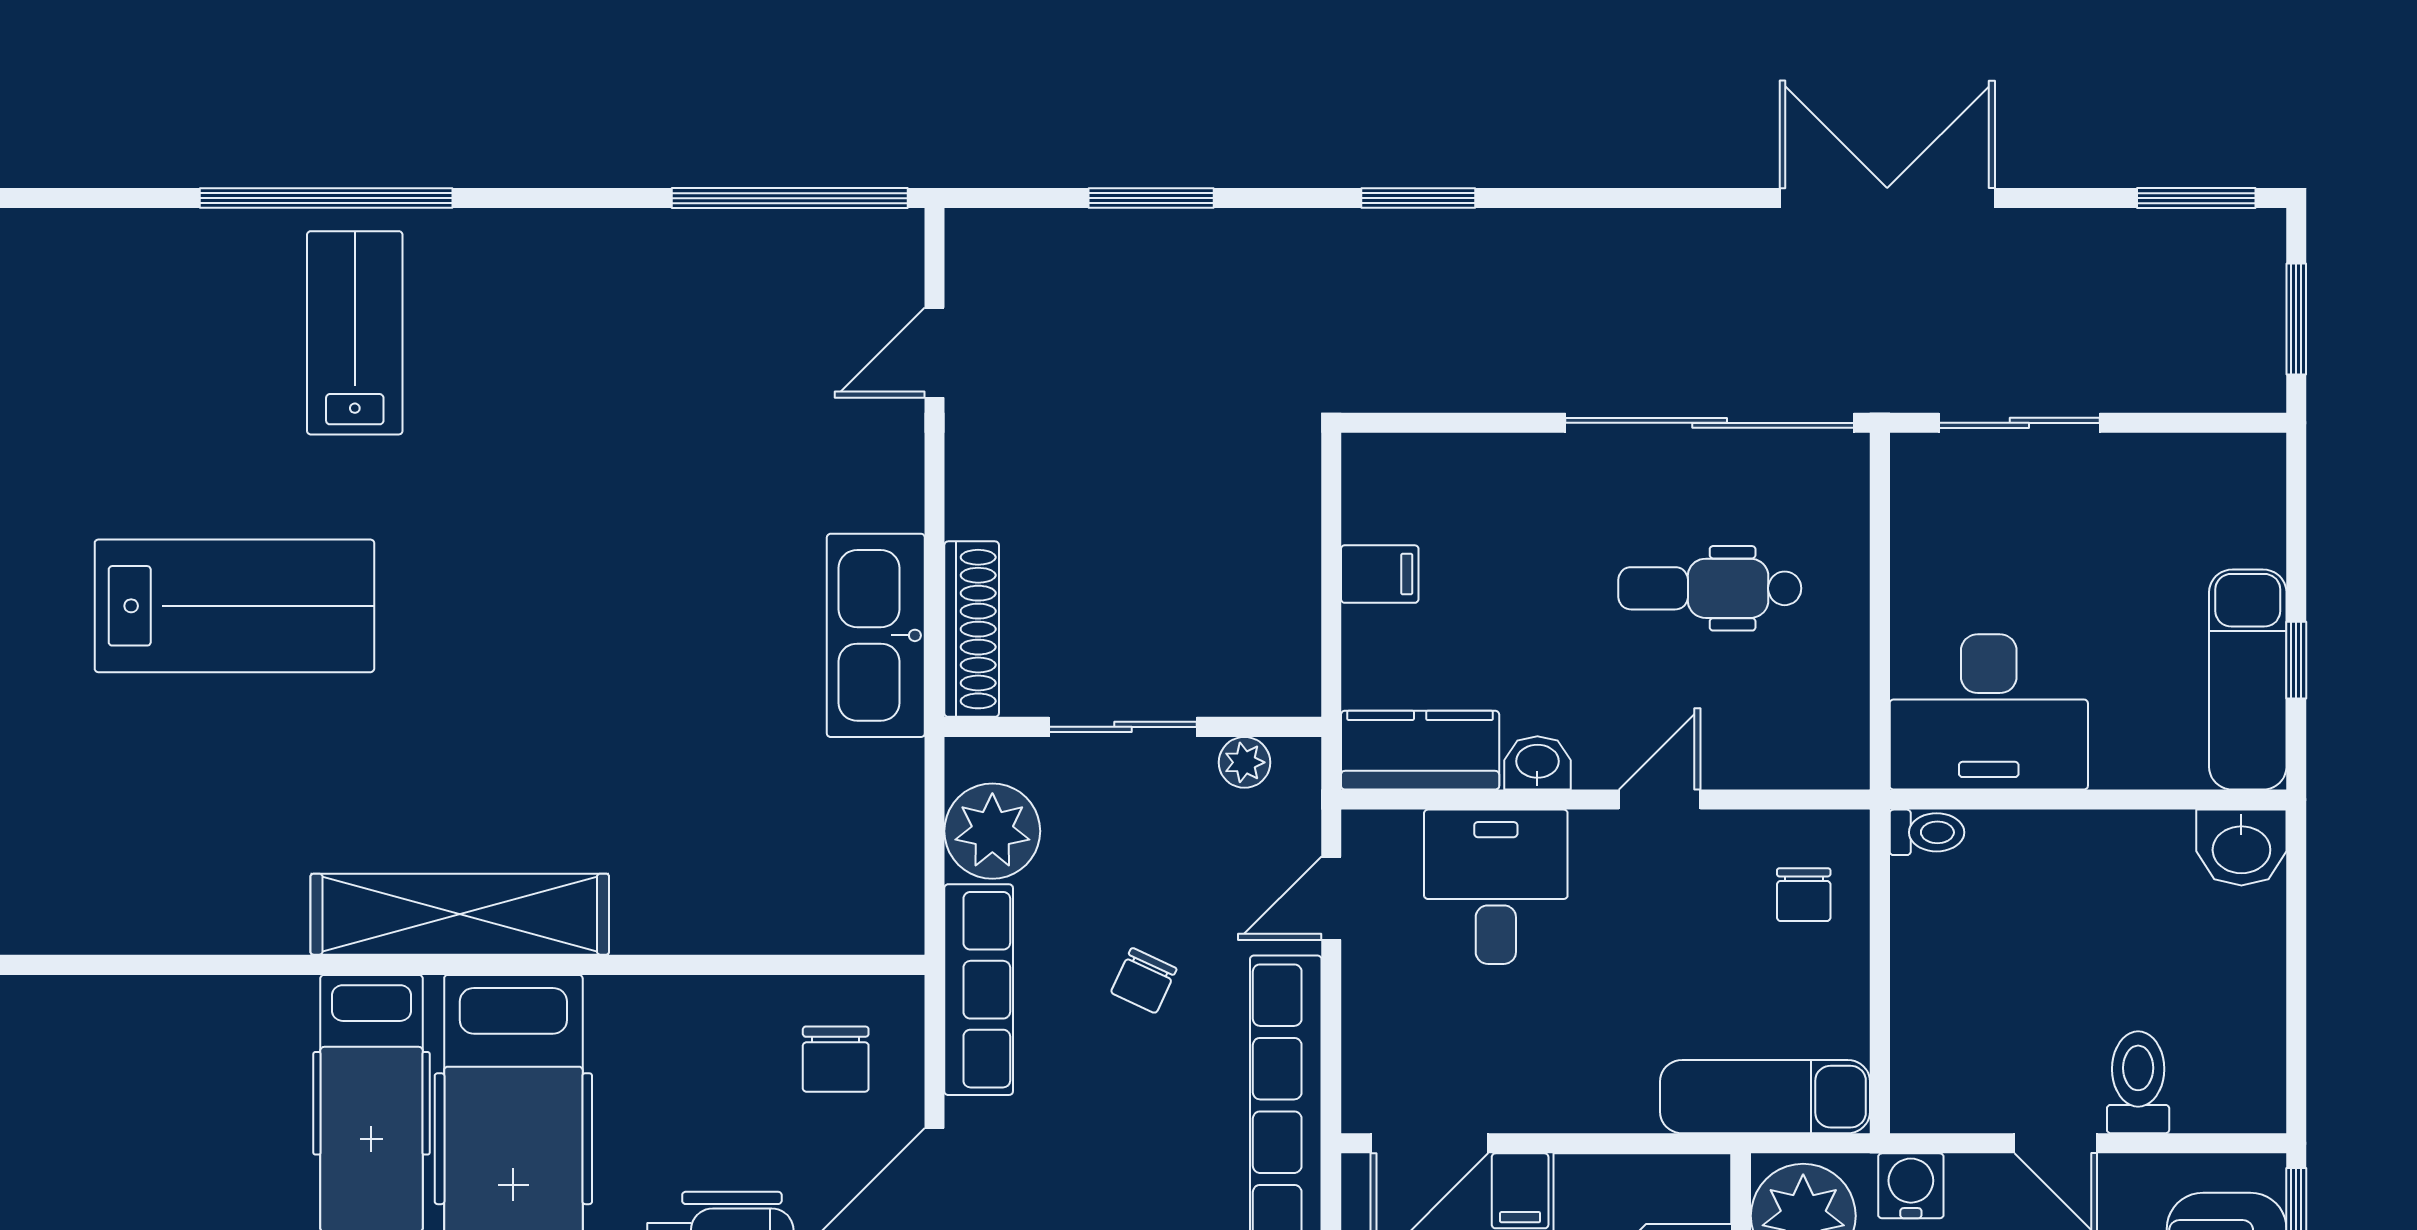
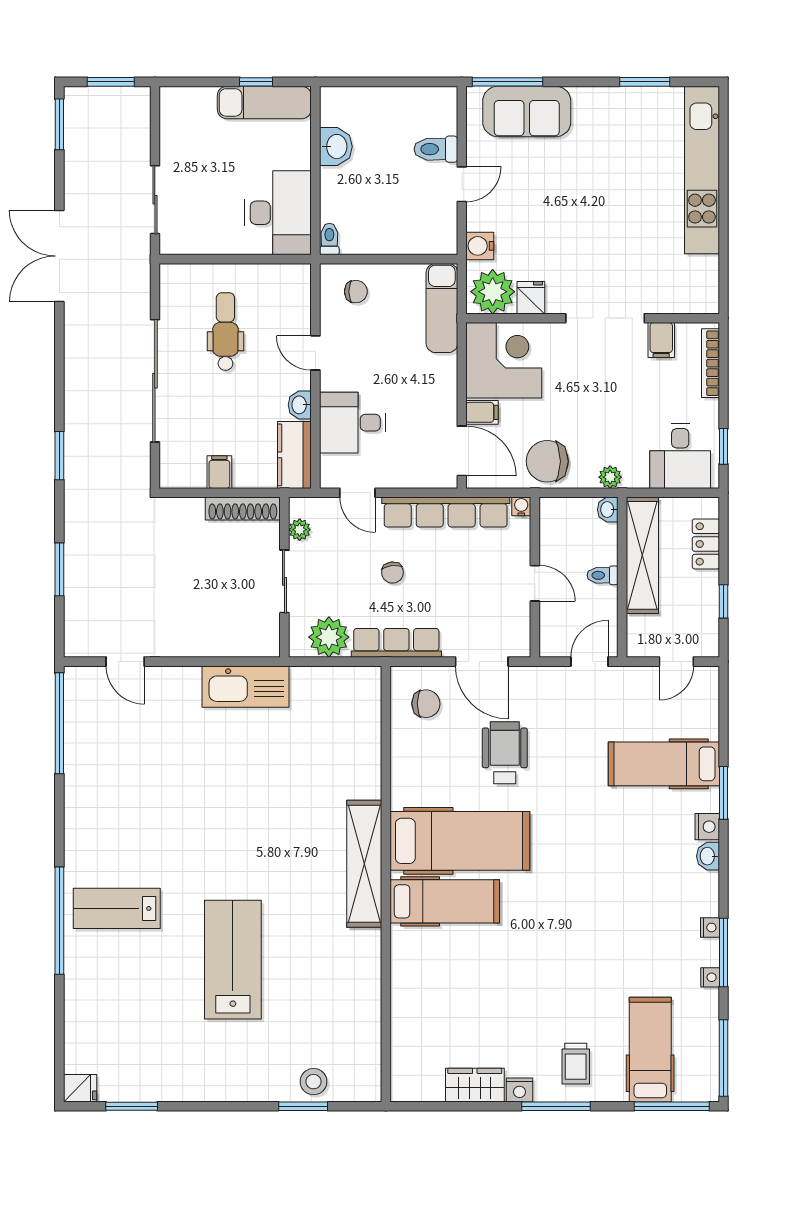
sliding door: (1710, 423) -> (155, 381), moved
dental chair: (1710, 588) -> (225, 332), turned 180
shoe rack: (972, 629) -> (243, 508), moved, turned 180
washbasin: (2241, 848) -> (336, 147), moved
chair: (1144, 981) -> (392, 573), turned 58

